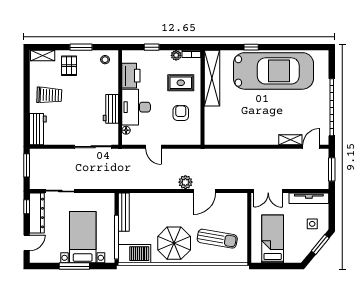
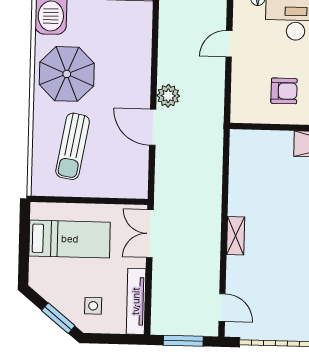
shelving: (290, 140) -> (236, 236), moved

